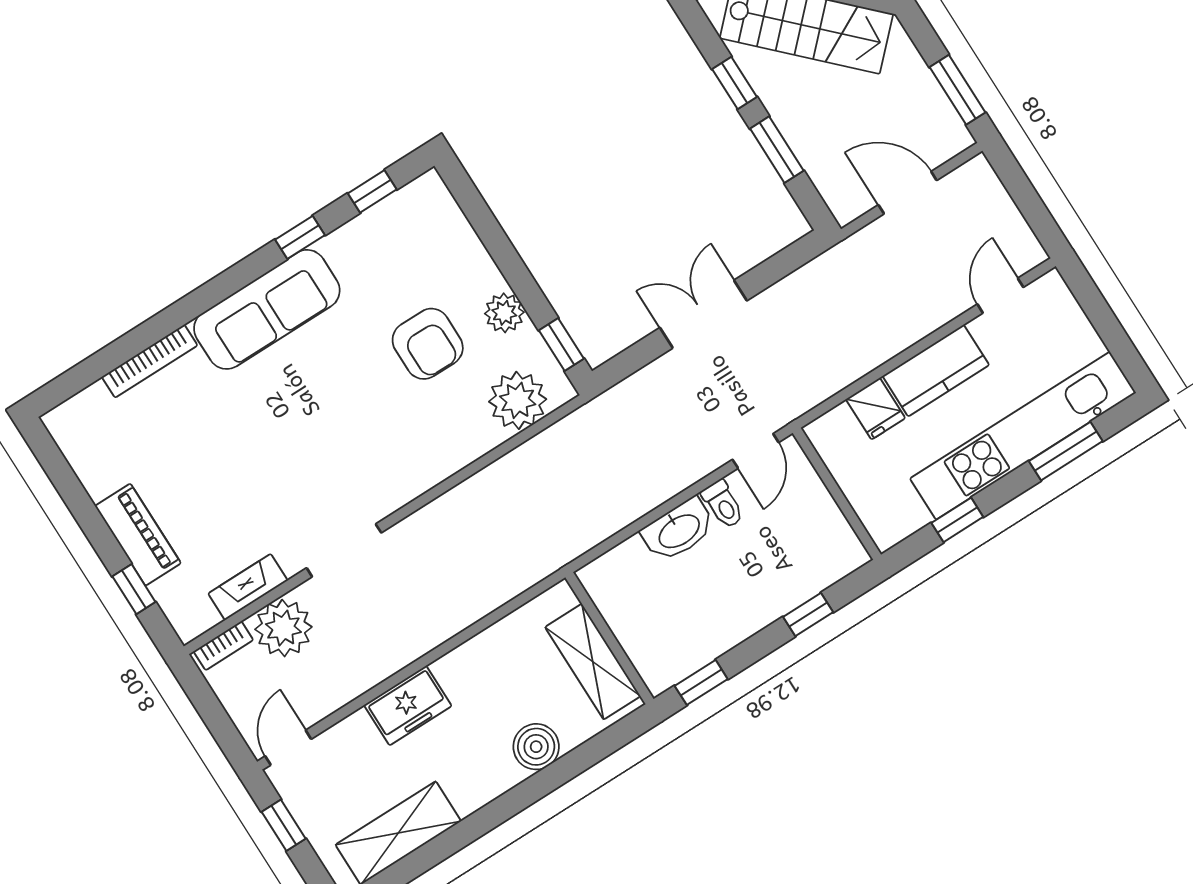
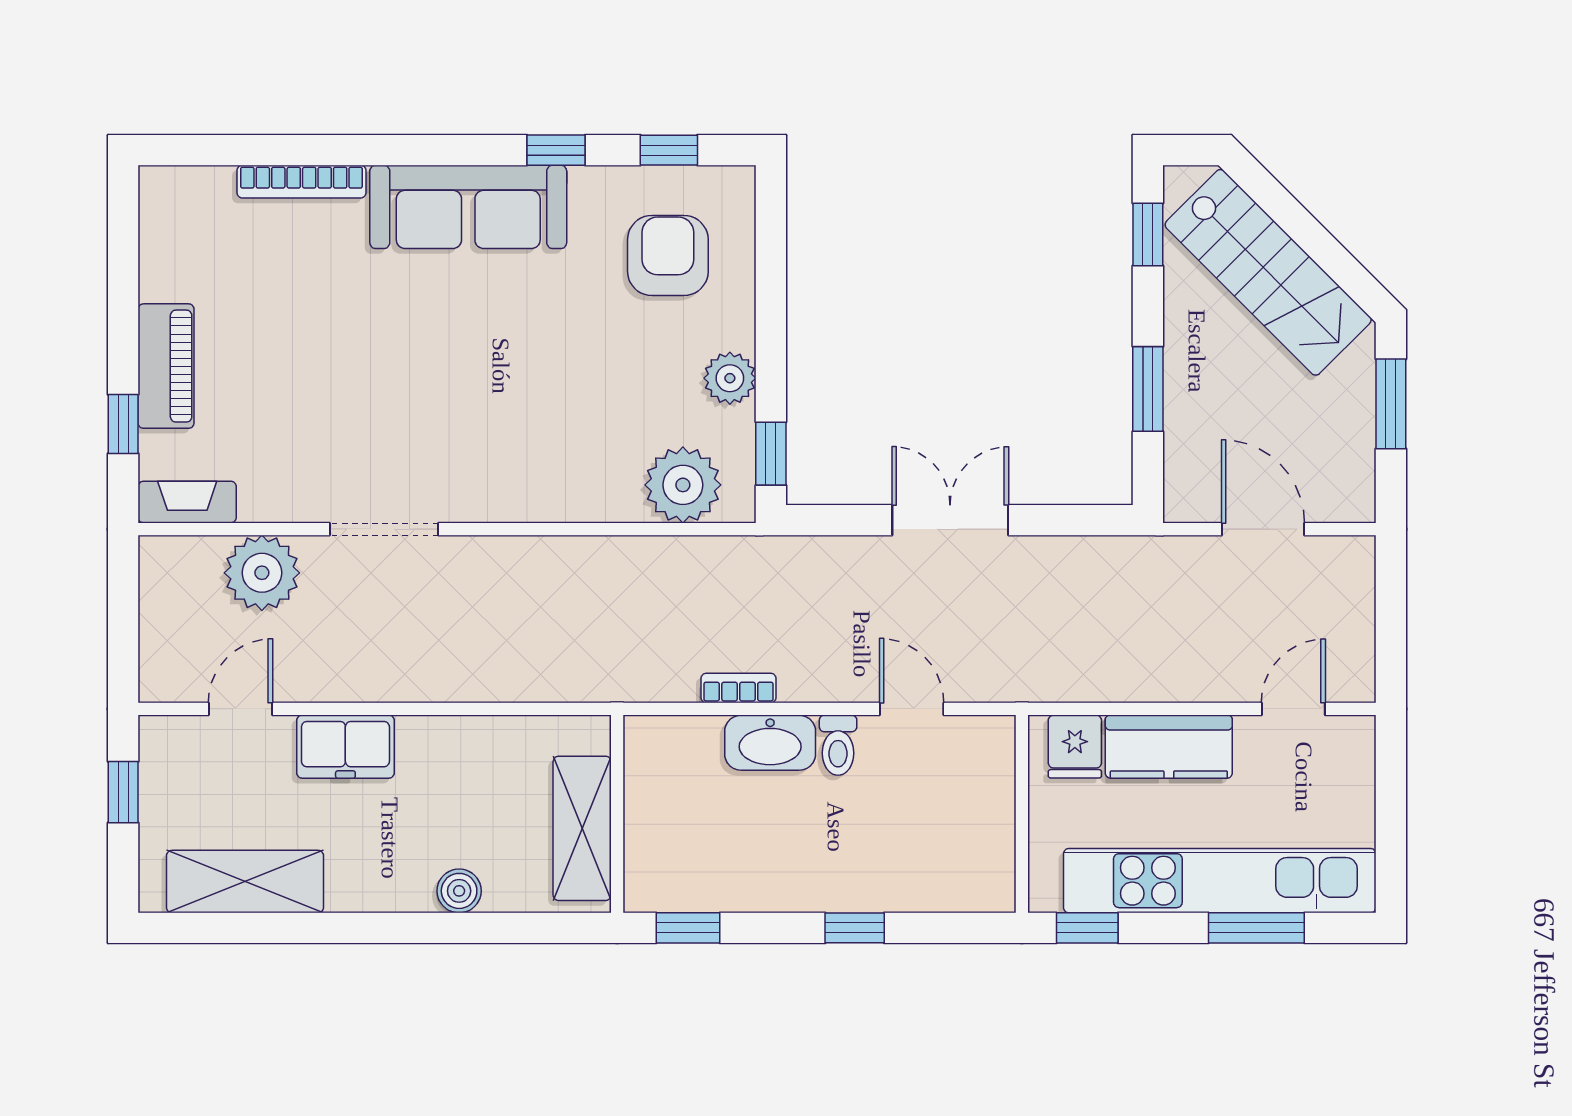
window: (735, 83) -> (1148, 235), moved
window: (957, 90) -> (1391, 404), moved
armchair: (428, 344) -> (668, 255), moved, turned 180
door: (756, 451) -> (912, 709), swing flipped
wall: (837, 494) -> (1022, 814), moved
fireplace: (248, 587) -> (187, 502), moved
bookcase: (223, 646) -> (738, 688), moved, turned 180
boiler: (536, 747) -> (459, 891), width x0.73, depth x0.73
door: (288, 748) -> (240, 709), moved

